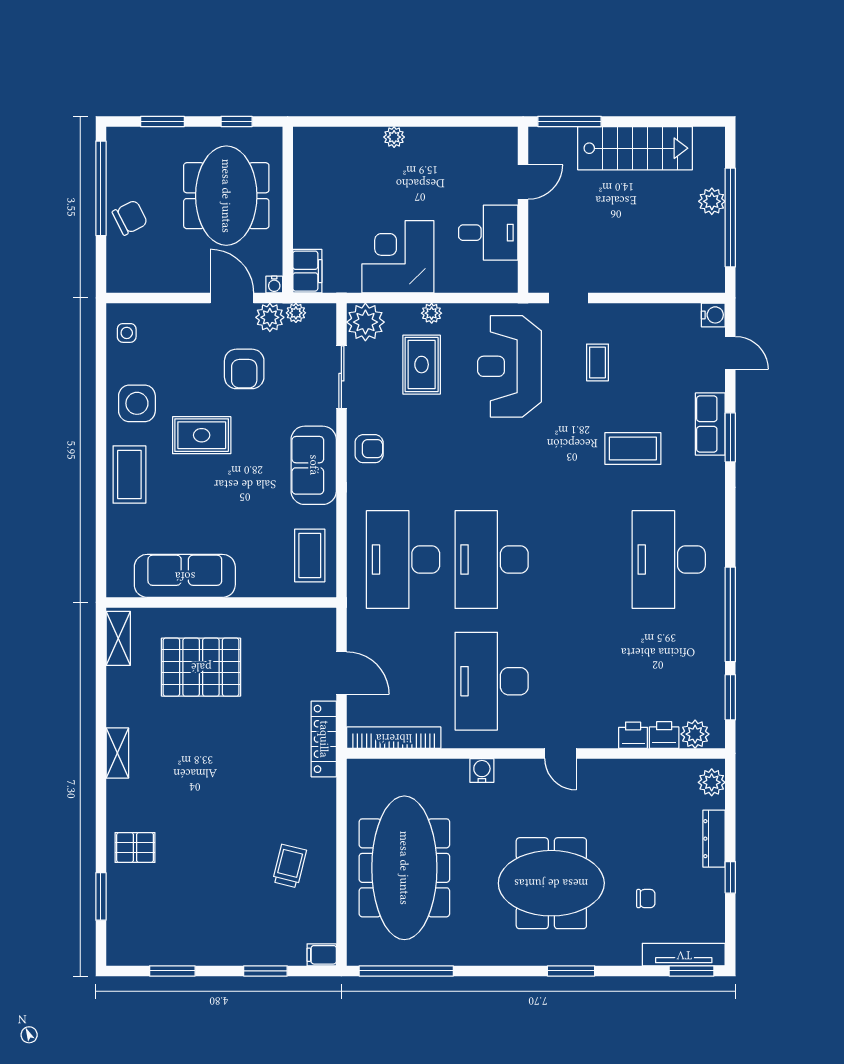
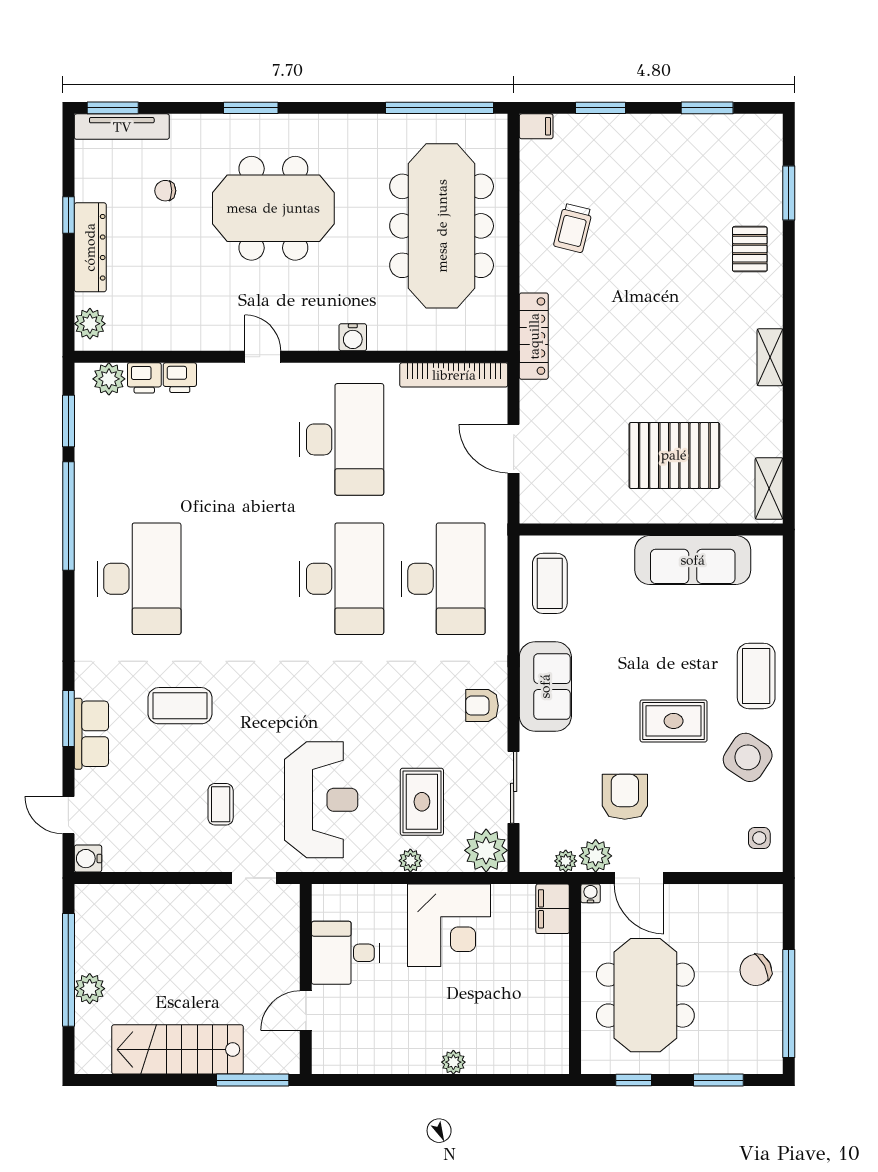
side table: (137, 403) -> (748, 757), turned 34
locker: (324, 739) -> (534, 336), moved
dresser: (714, 839) -> (90, 247), width x1.37, depth x1.24
pallet: (135, 848) -> (750, 249), turned 90

